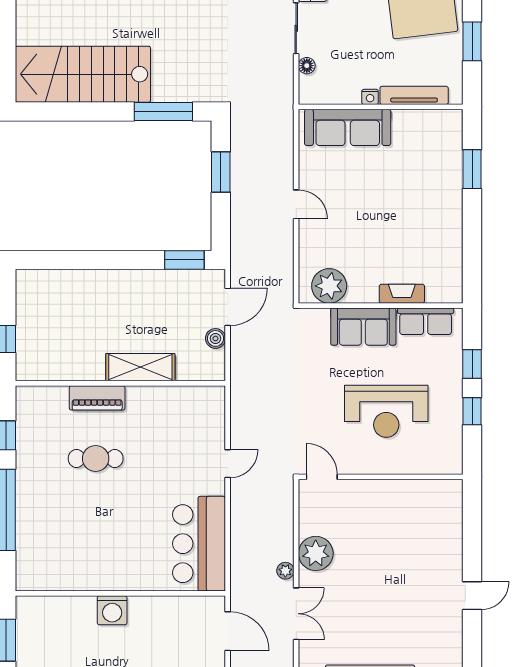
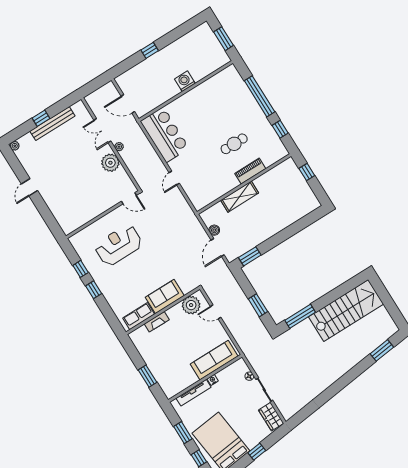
plant: (329, 286) -> (191, 305), moved
fireplace: (402, 294) -> (157, 322), moved
wall: (381, 306) -> (163, 311), moved
row of seats: (426, 321) -> (139, 316), moved
sofa: (363, 327) -> (165, 297), moved

